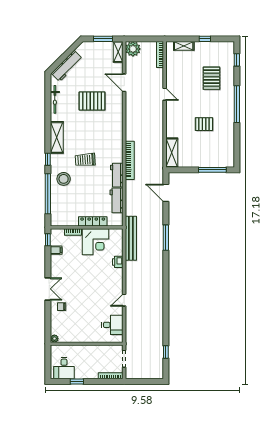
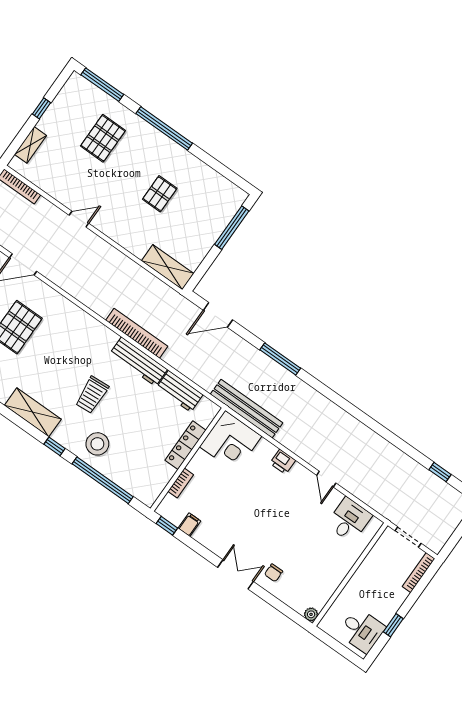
window: (237, 60) -> (102, 85), width x2.17
pallet: (211, 78) -> (103, 138), turned 90
workbench: (117, 175) -> (138, 362), width x1.38
corner desk: (95, 242) -> (231, 441), moved, turned 90
printer: (118, 262) -> (283, 462), moved

